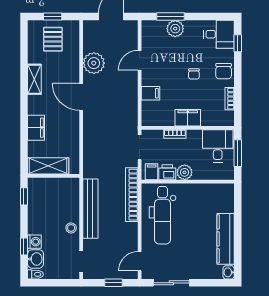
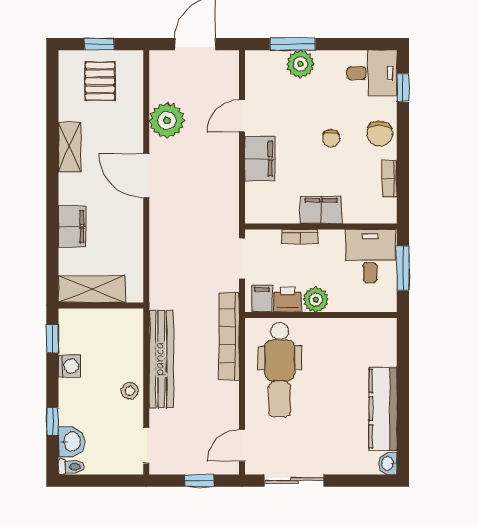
filing cabinet: (150, 93) -> (260, 159), width x2.00
washing machine: (34, 242) -> (69, 366), moved

